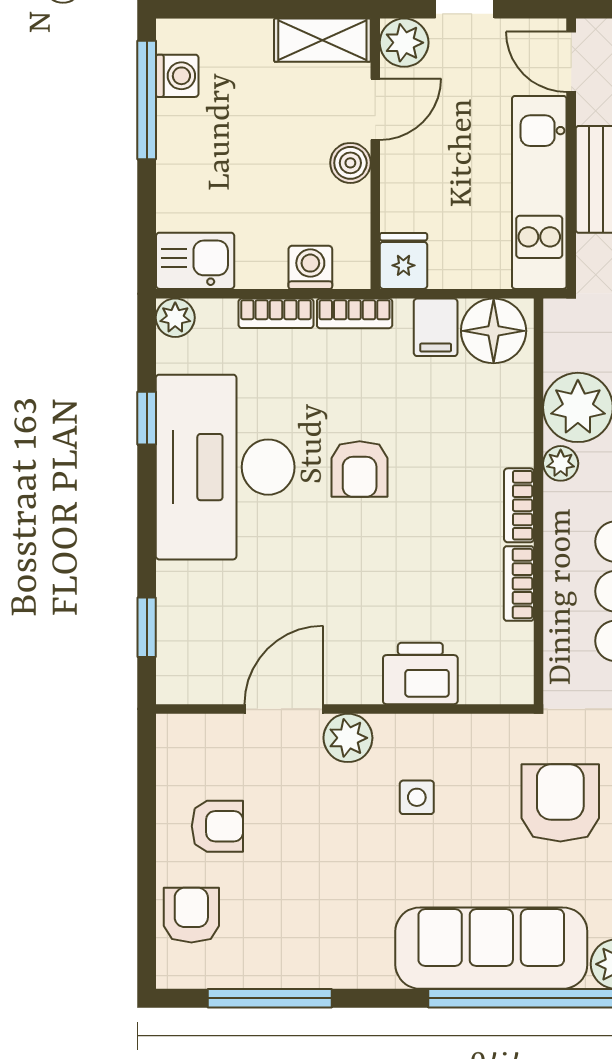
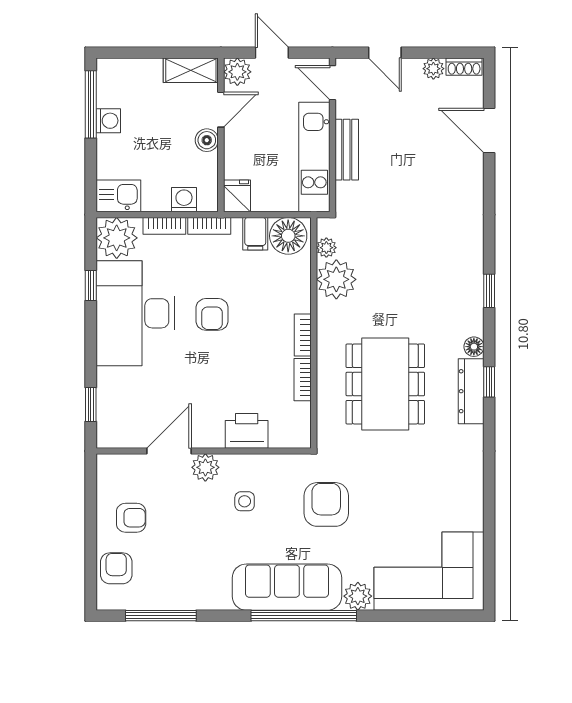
washing machine: (177, 76) -> (108, 121), moved
plant: (175, 318) -> (117, 238), width x1.88, depth x1.88
plant: (561, 463) -> (326, 248), moved

